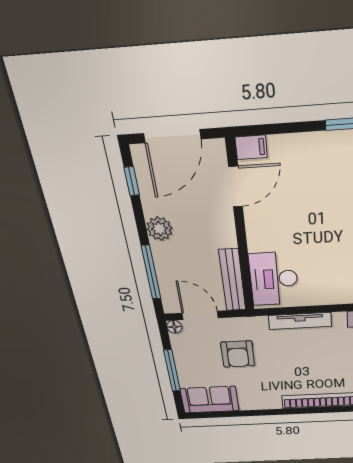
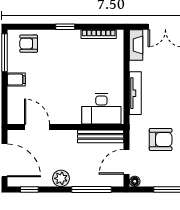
filing cabinet: (251, 147) -> (16, 80), moved, turned 90

